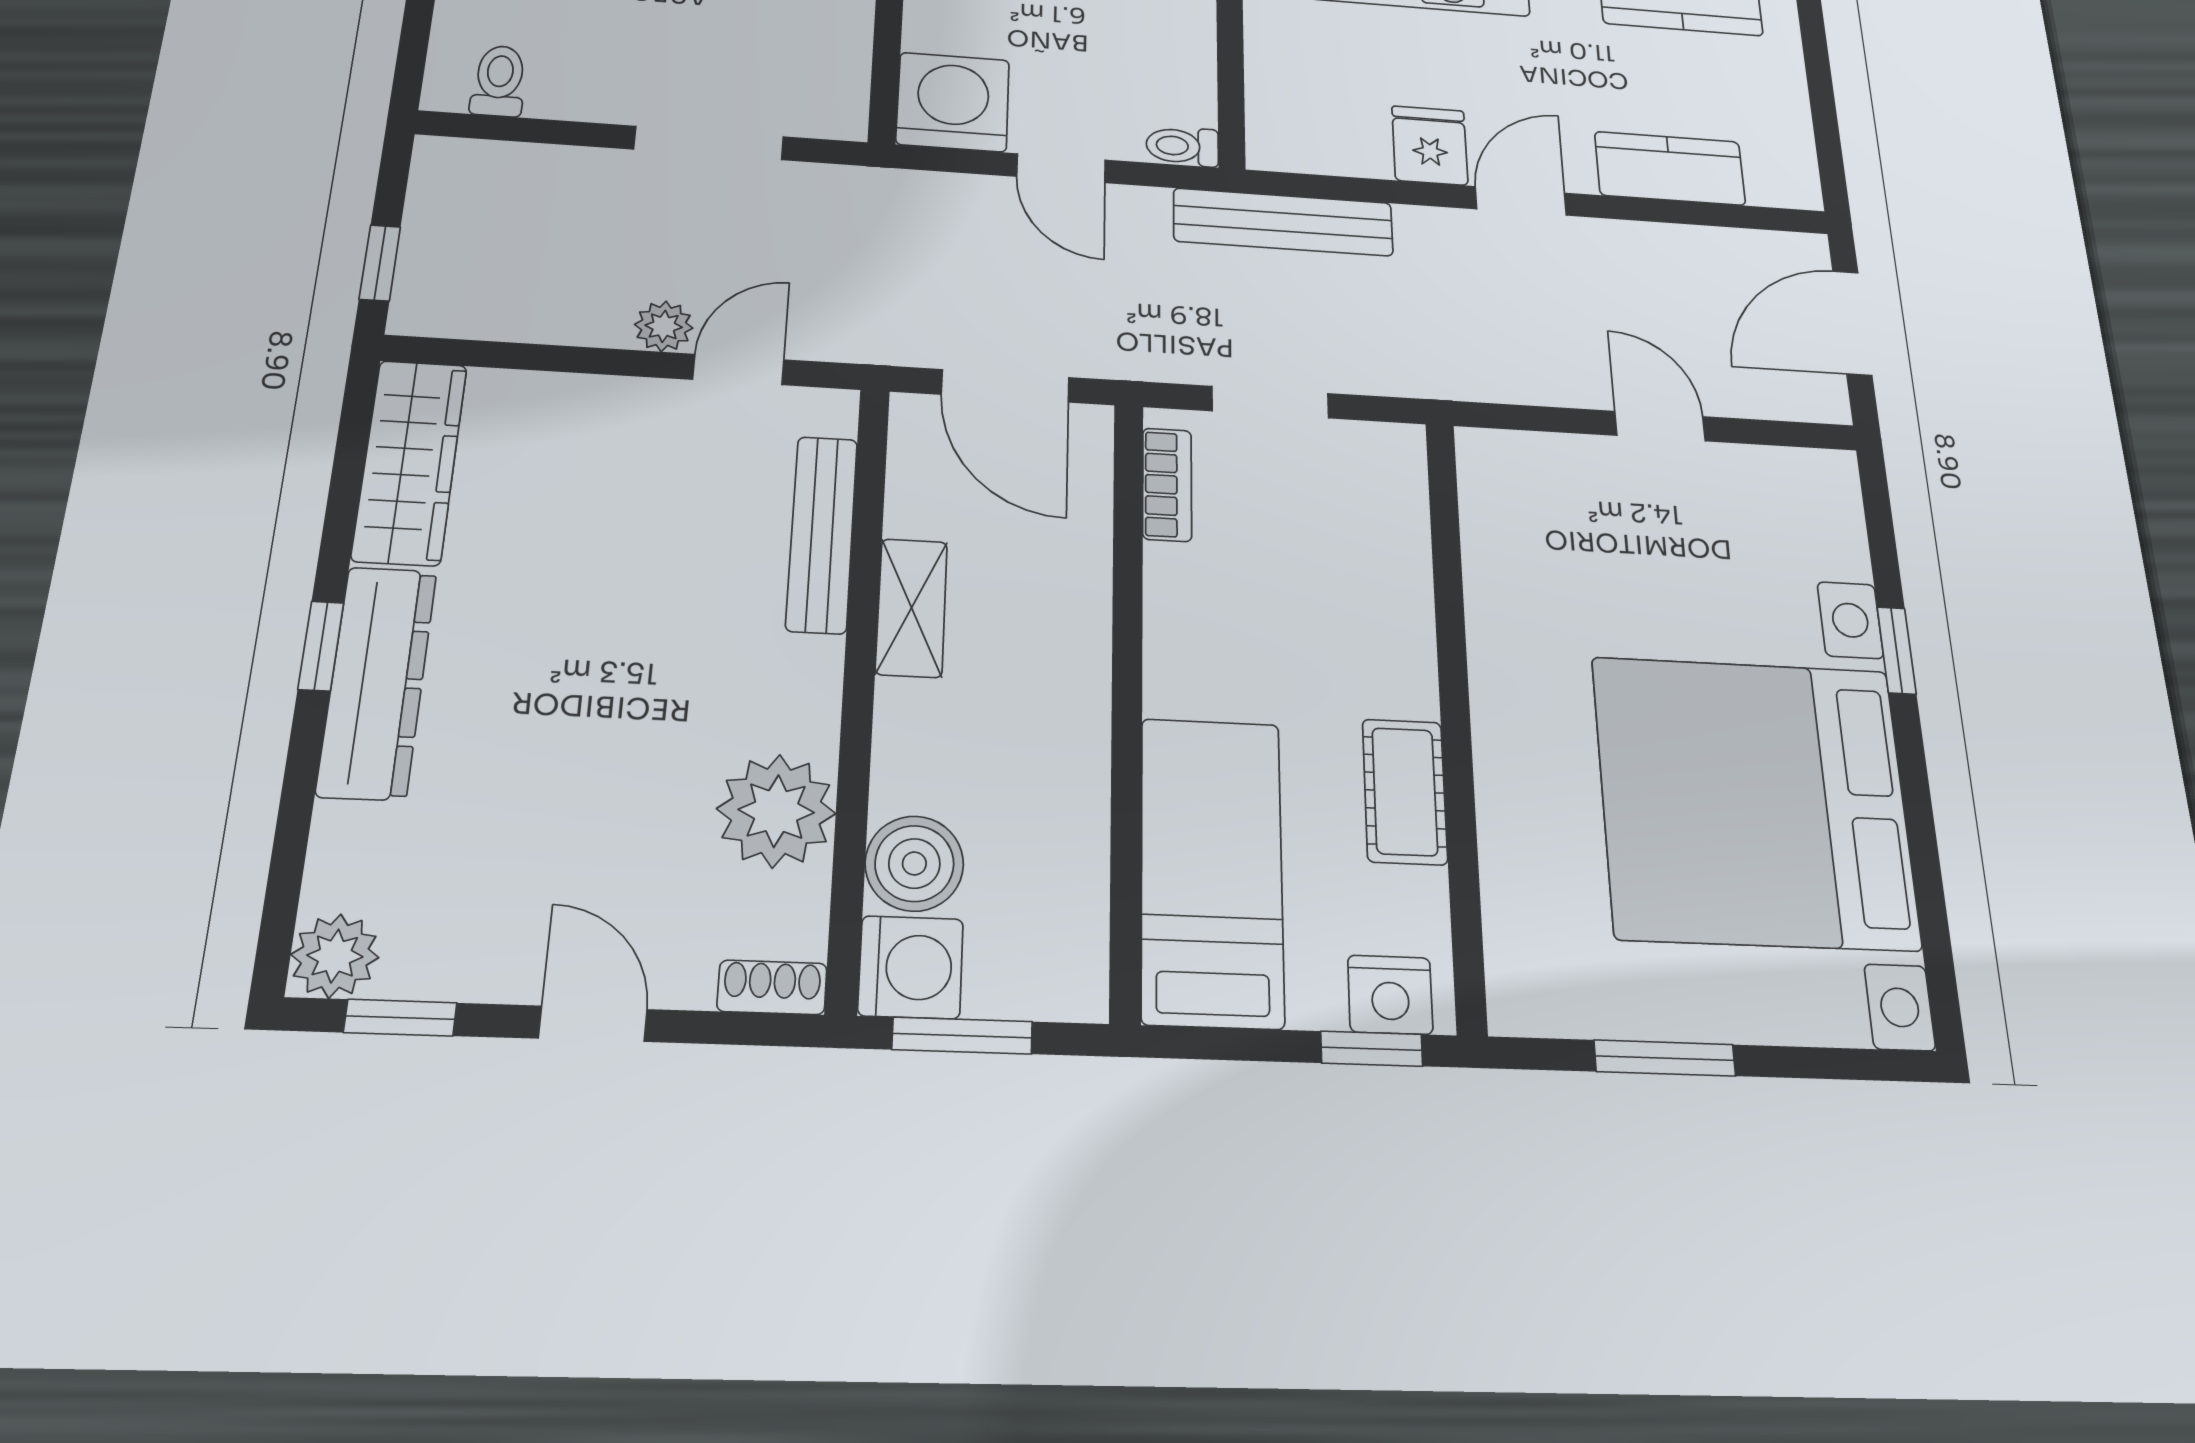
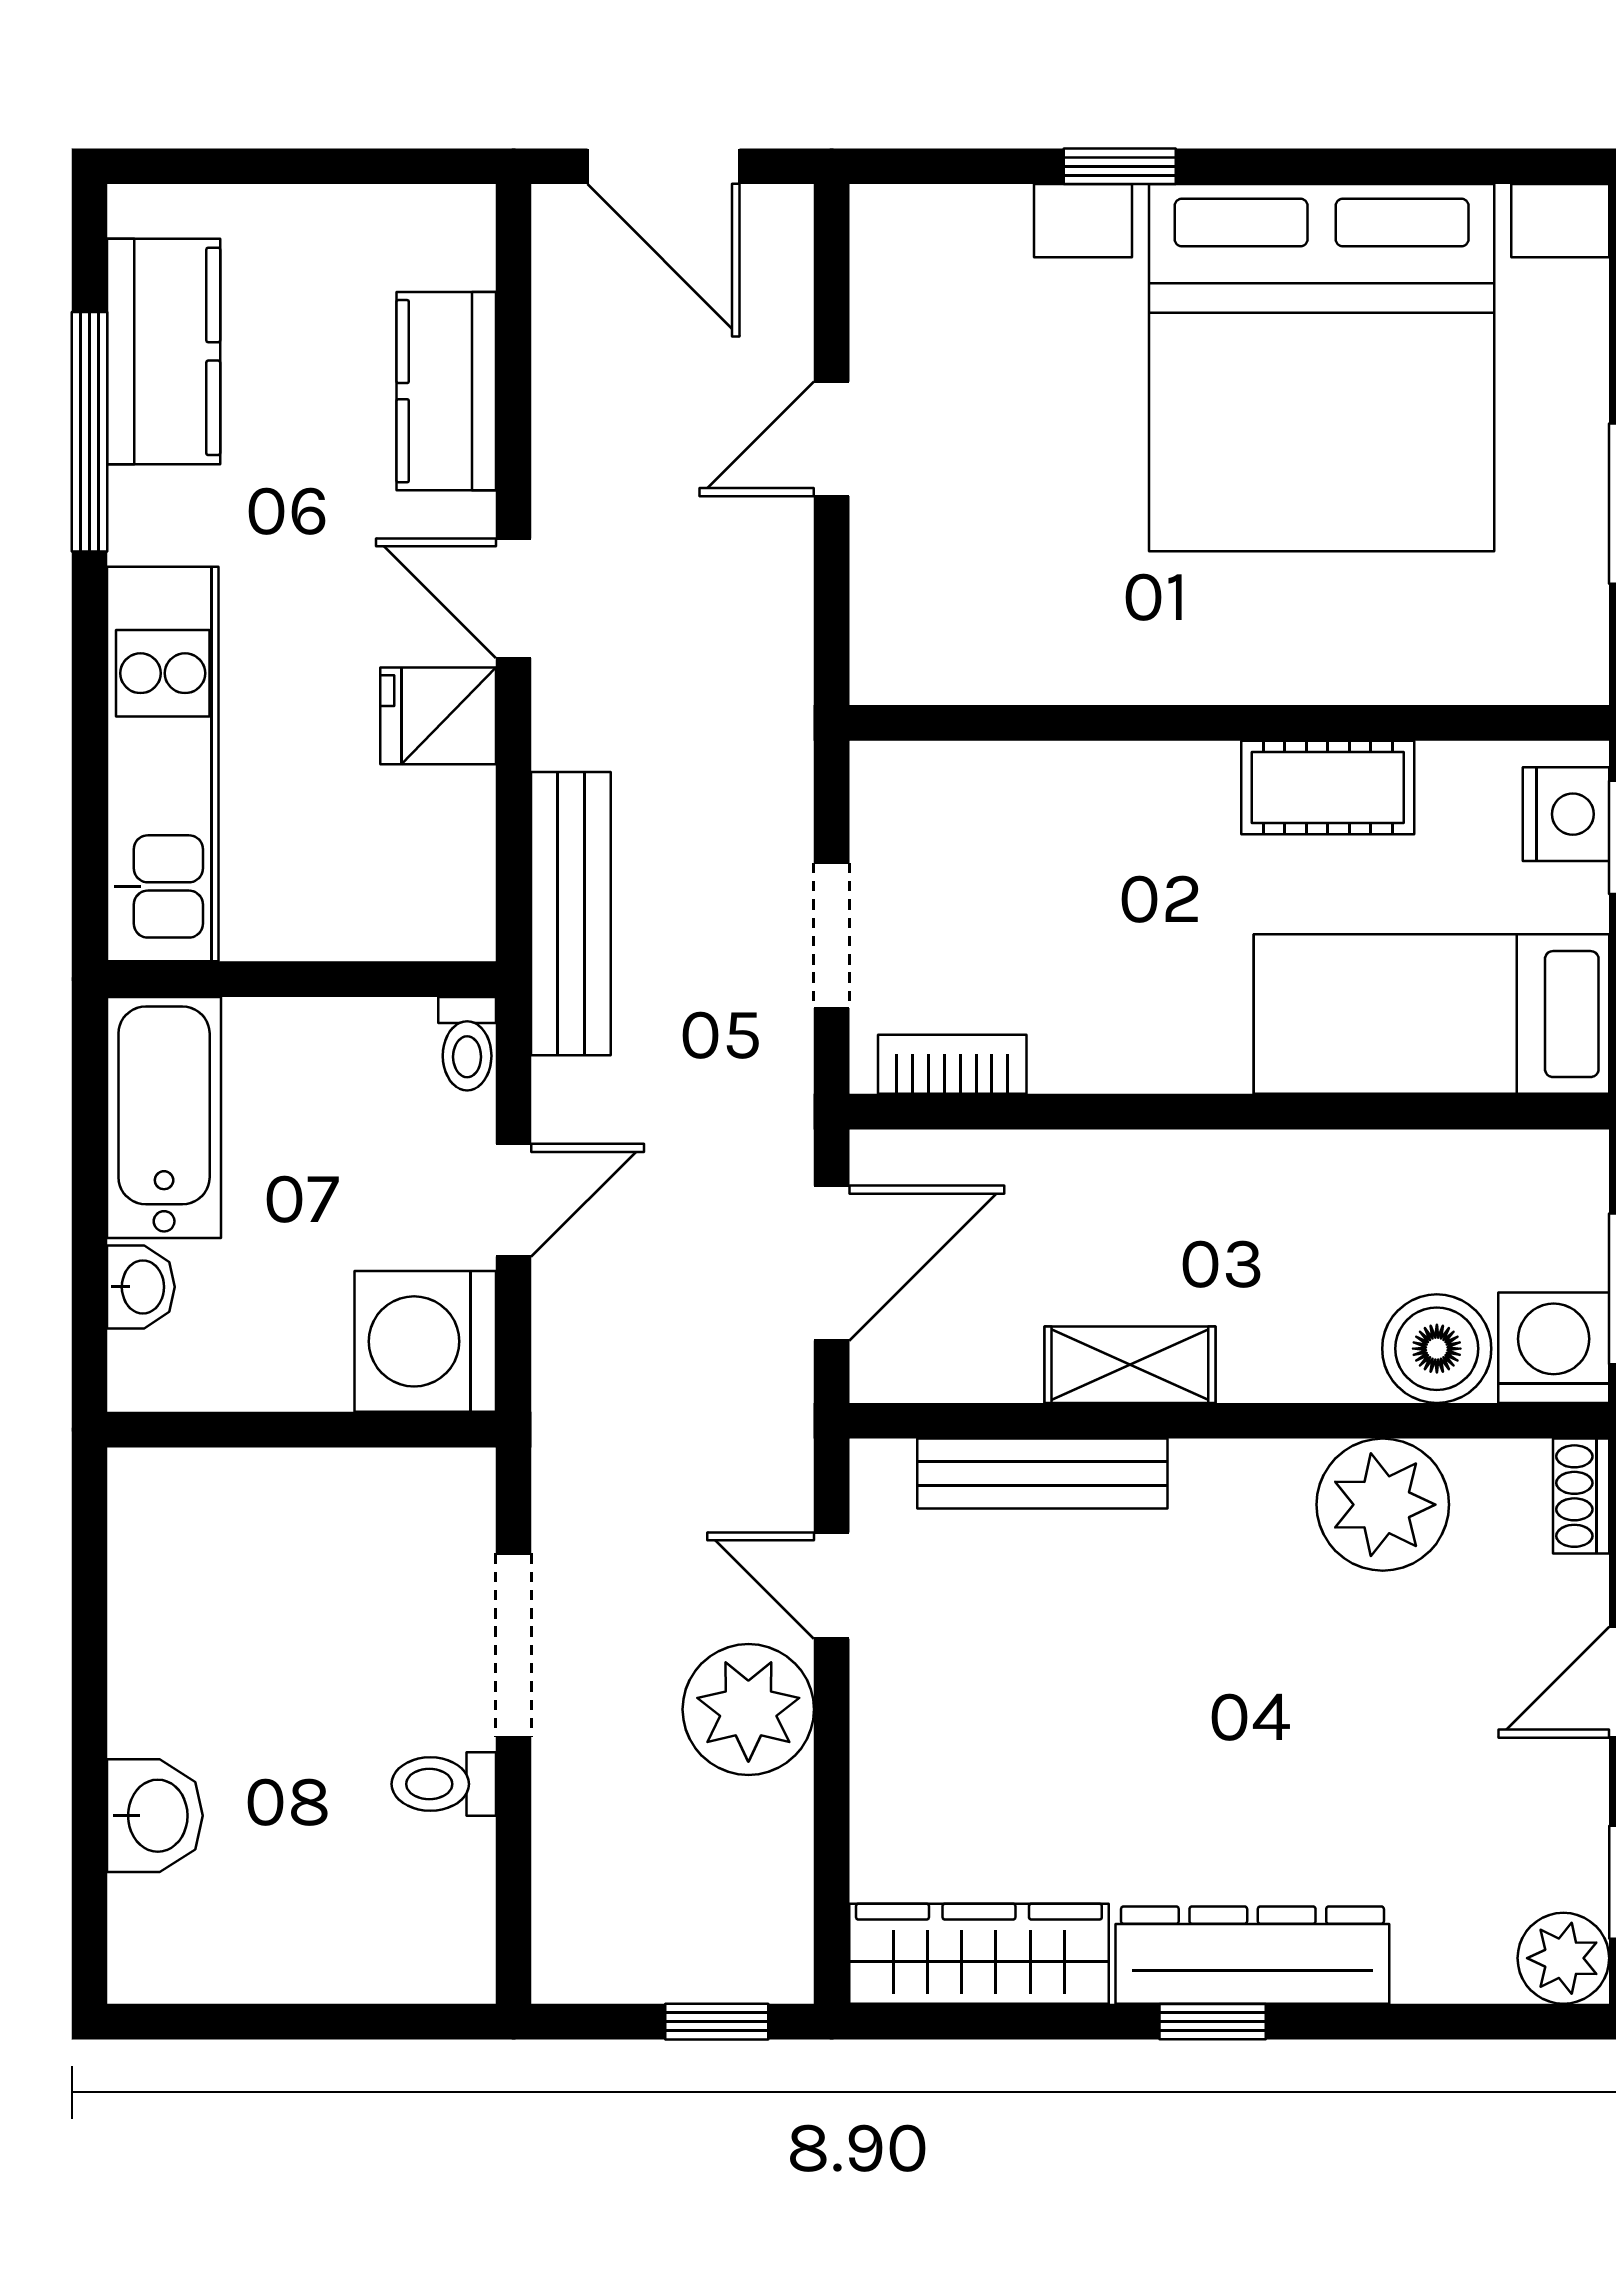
toilet: (499, 81) -> (444, 1784), moved
plant: (664, 326) -> (748, 1709), width x1.88, depth x1.88

